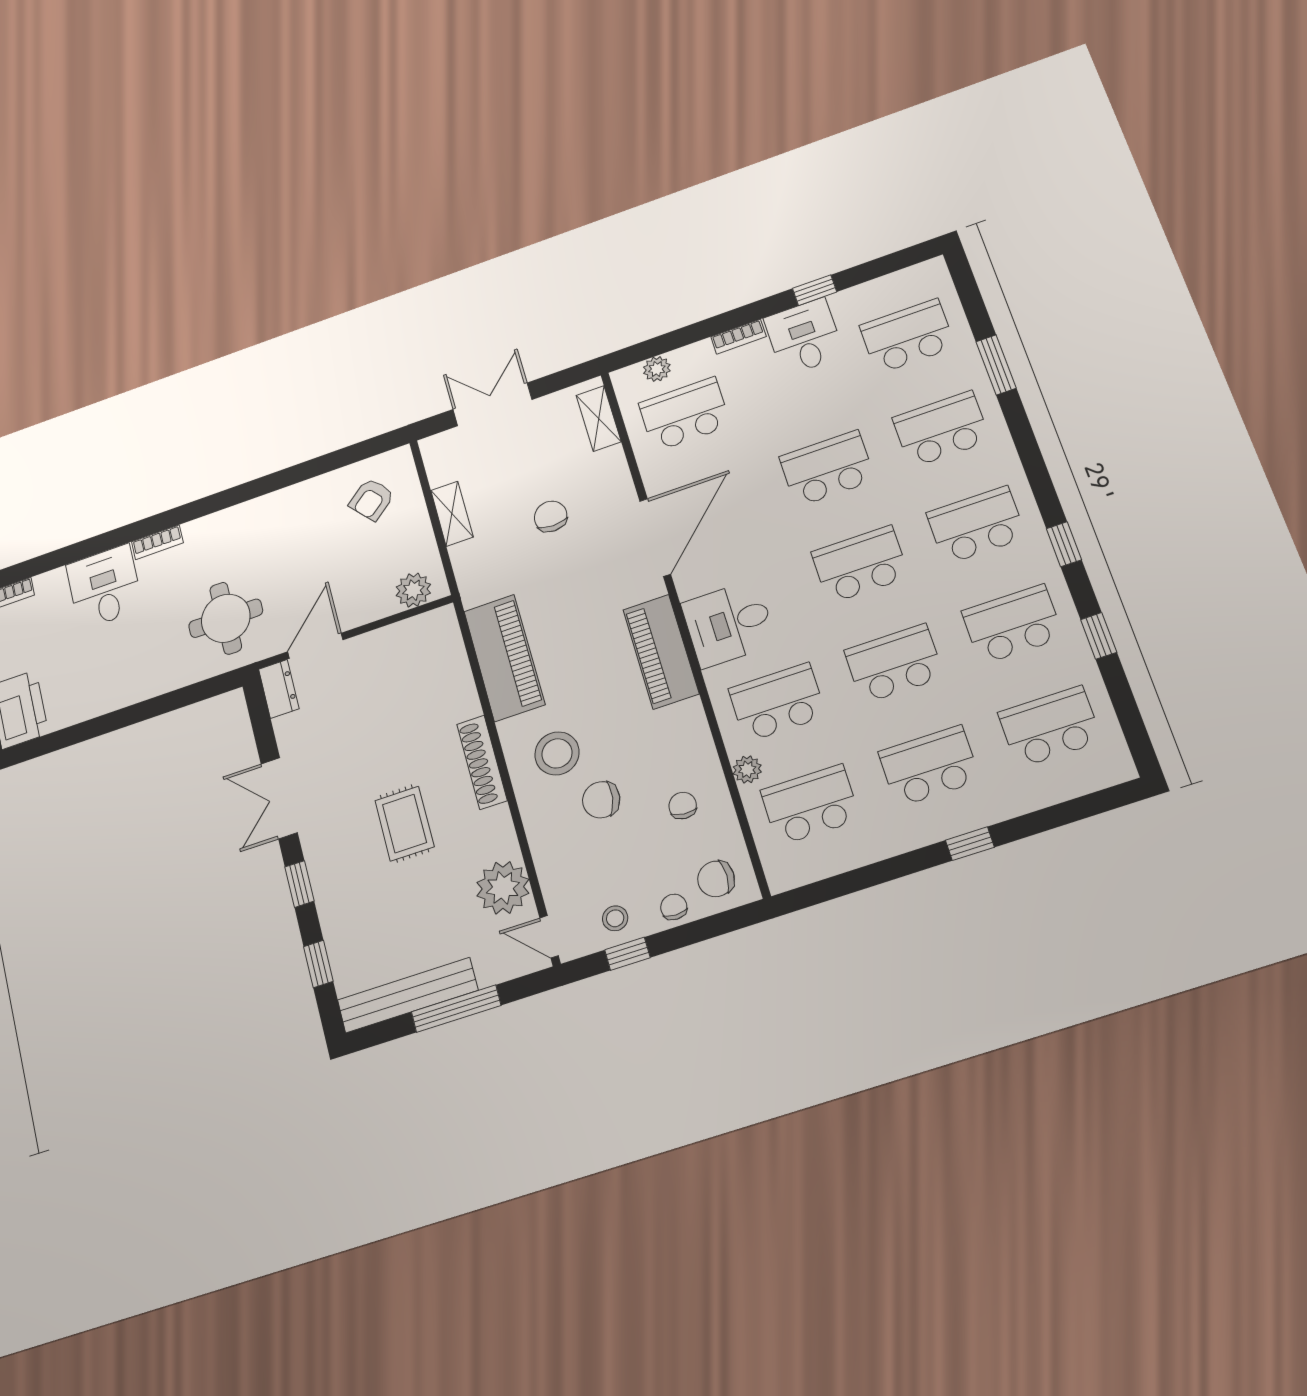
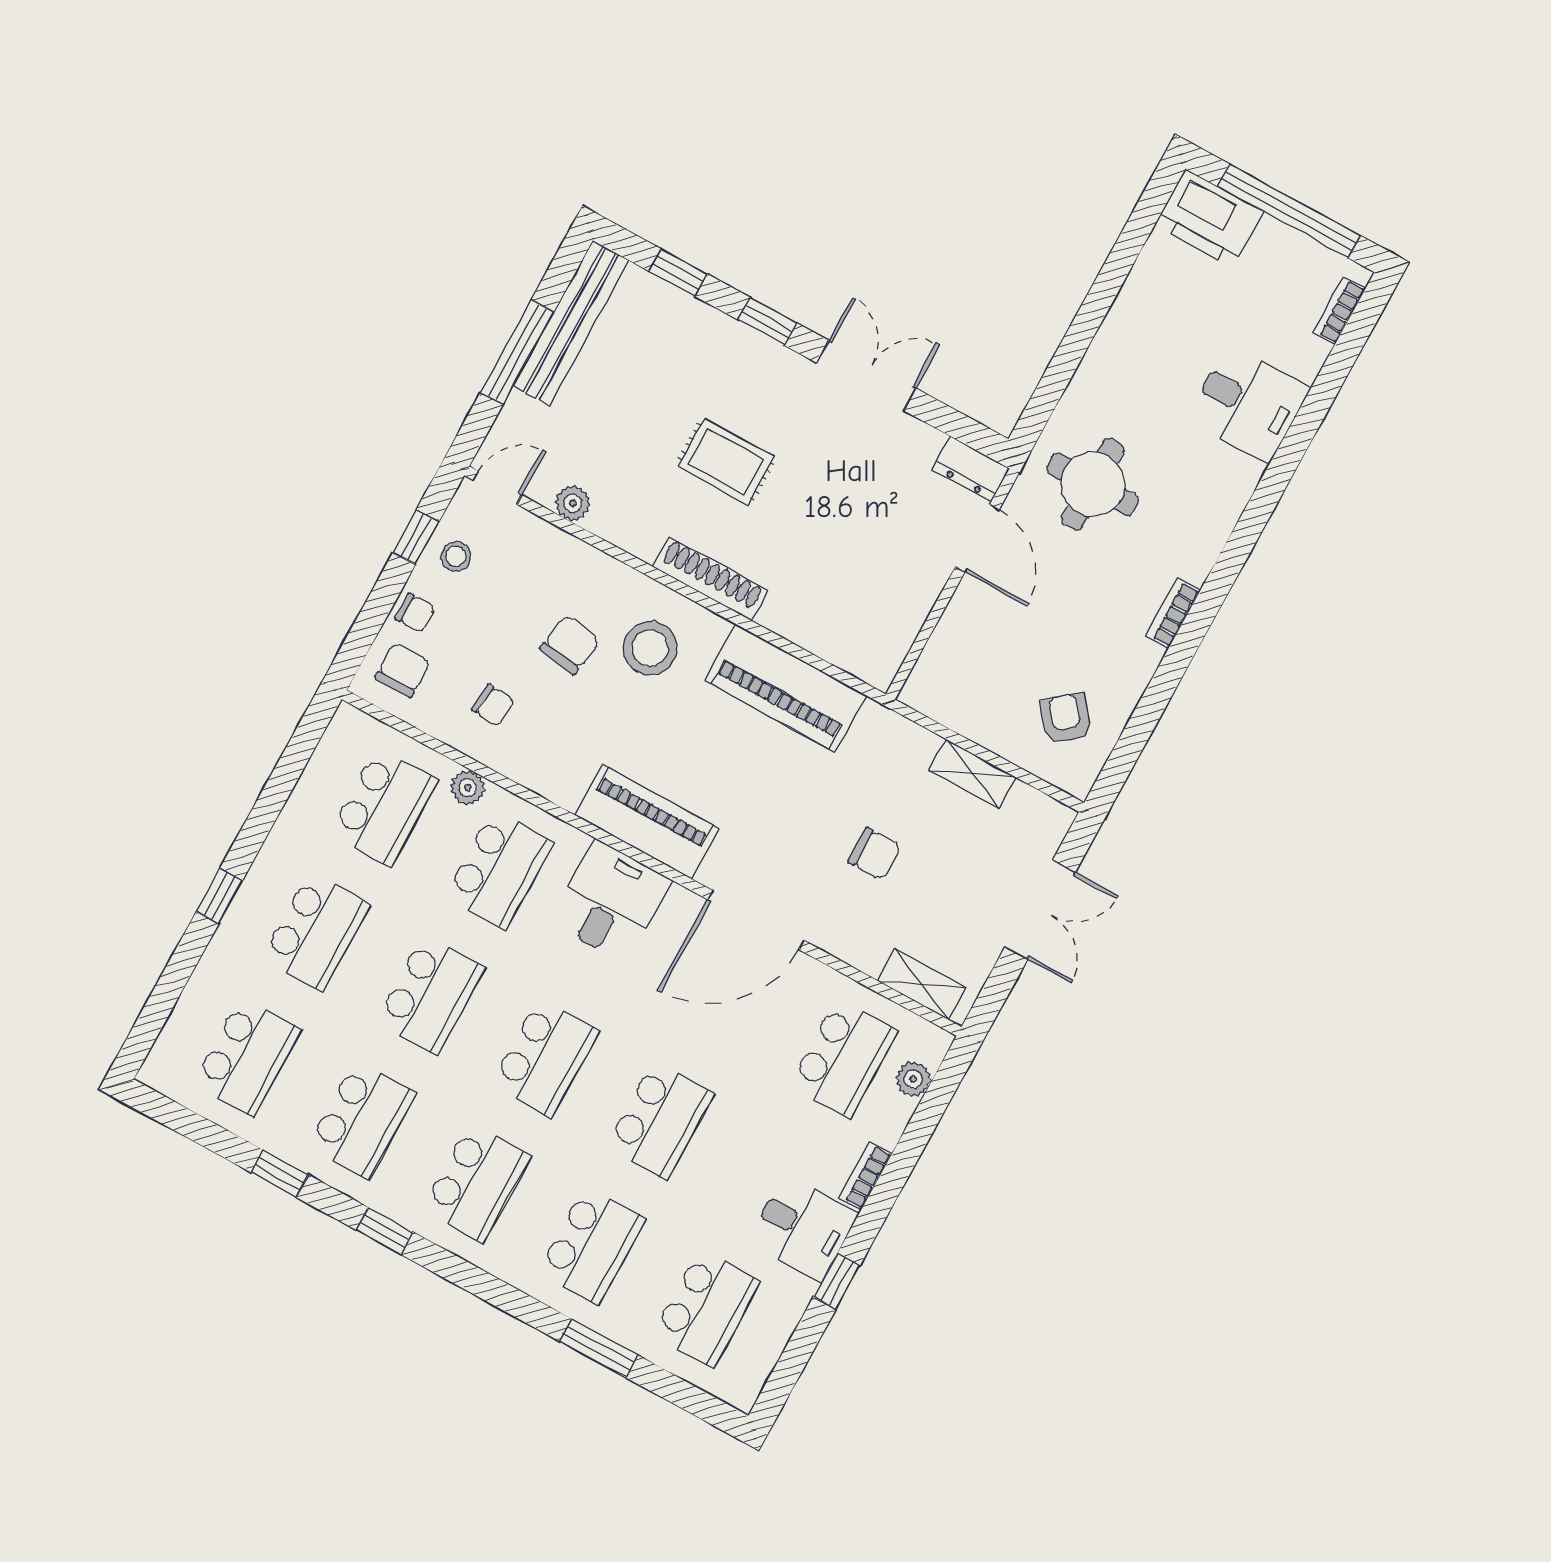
door: (655, 537) -> (756, 920), hinge flipped
bookcase: (157, 542) -> (1173, 613), moved
plant: (413, 590) -> (936, 672), removed
plant: (503, 888) -> (573, 503), width x0.53, depth x0.53

